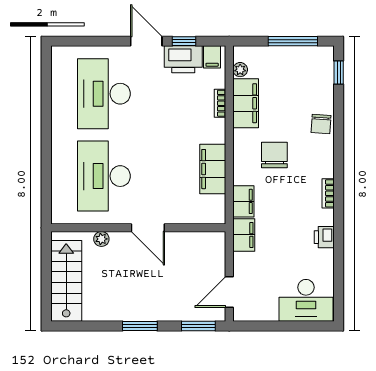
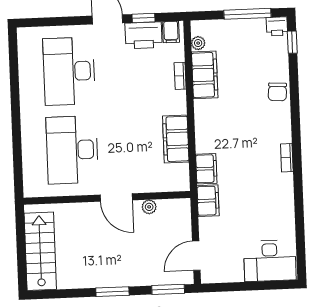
chair: (274, 155) -> (234, 123), removed
printer: (324, 237) -> (277, 26), moved, turned -90
plant: (101, 239) -> (149, 207), moved

